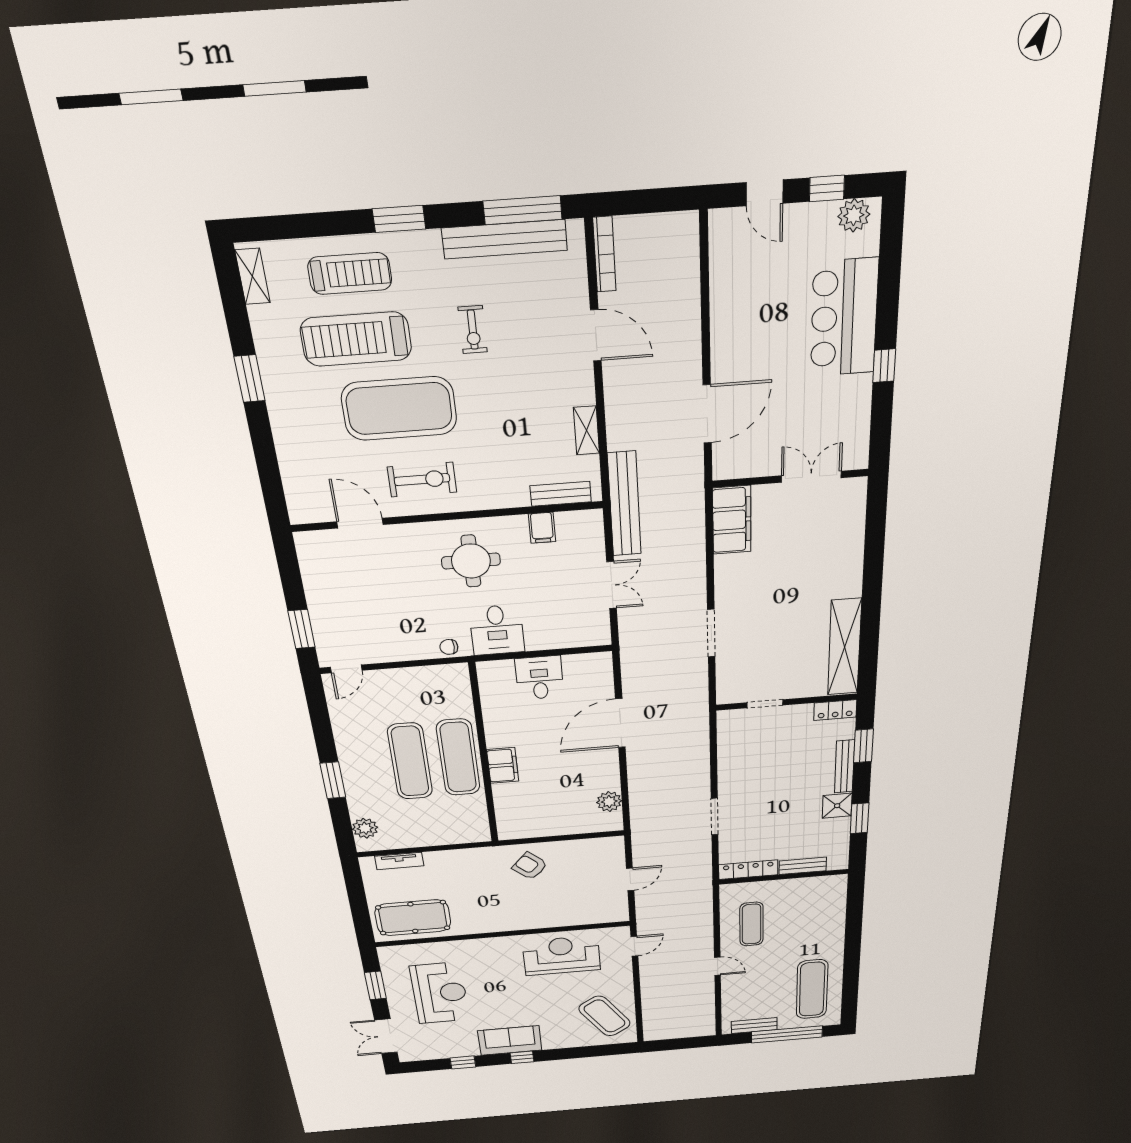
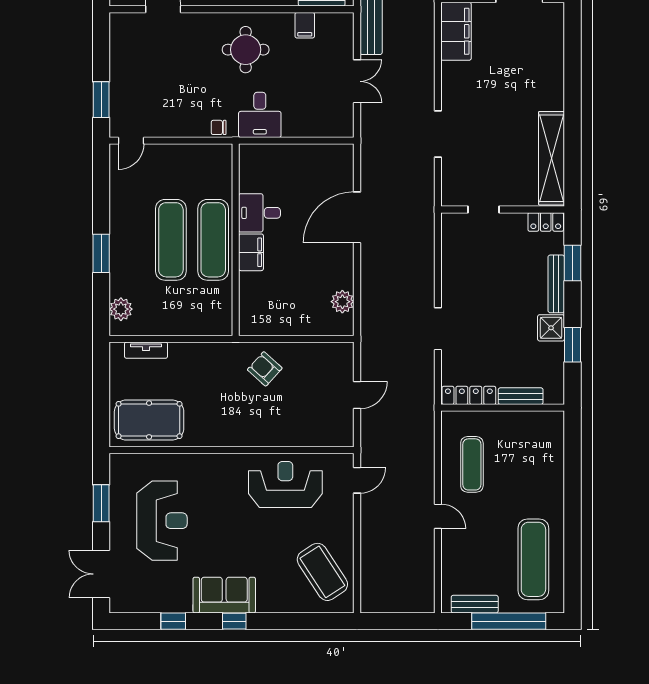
desk: (540, 678) -> (259, 213), moved, turned -90

